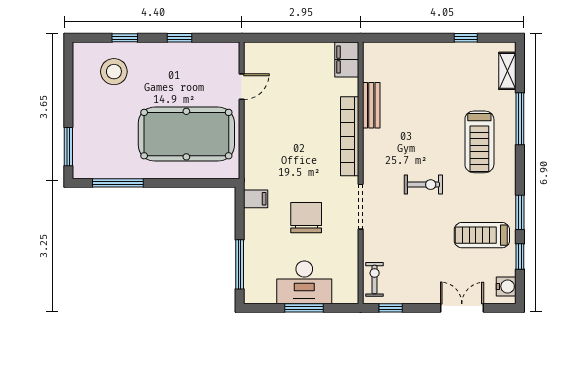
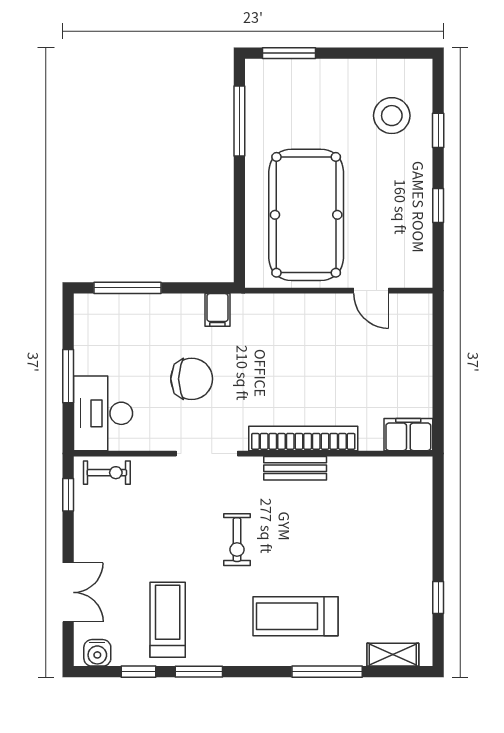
bench: (371, 105) -> (295, 468), moved
desk: (304, 282) -> (103, 413), moved

